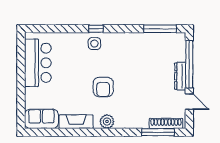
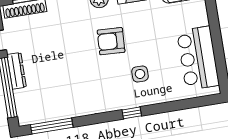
side table: (94, 44) -> (140, 74), moved
armchair: (103, 87) -> (111, 41), turned -87

